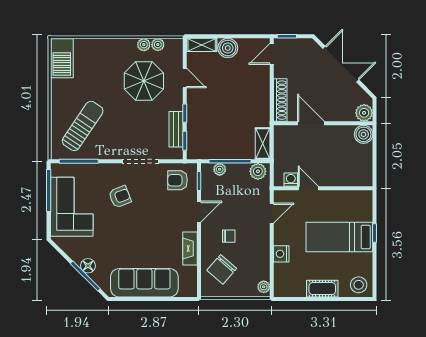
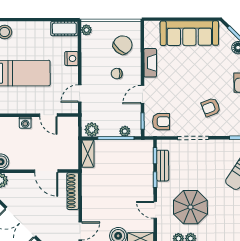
washing machine: (291, 180) -> (25, 123), moved
cot: (322, 289) -> (64, 29), moved

